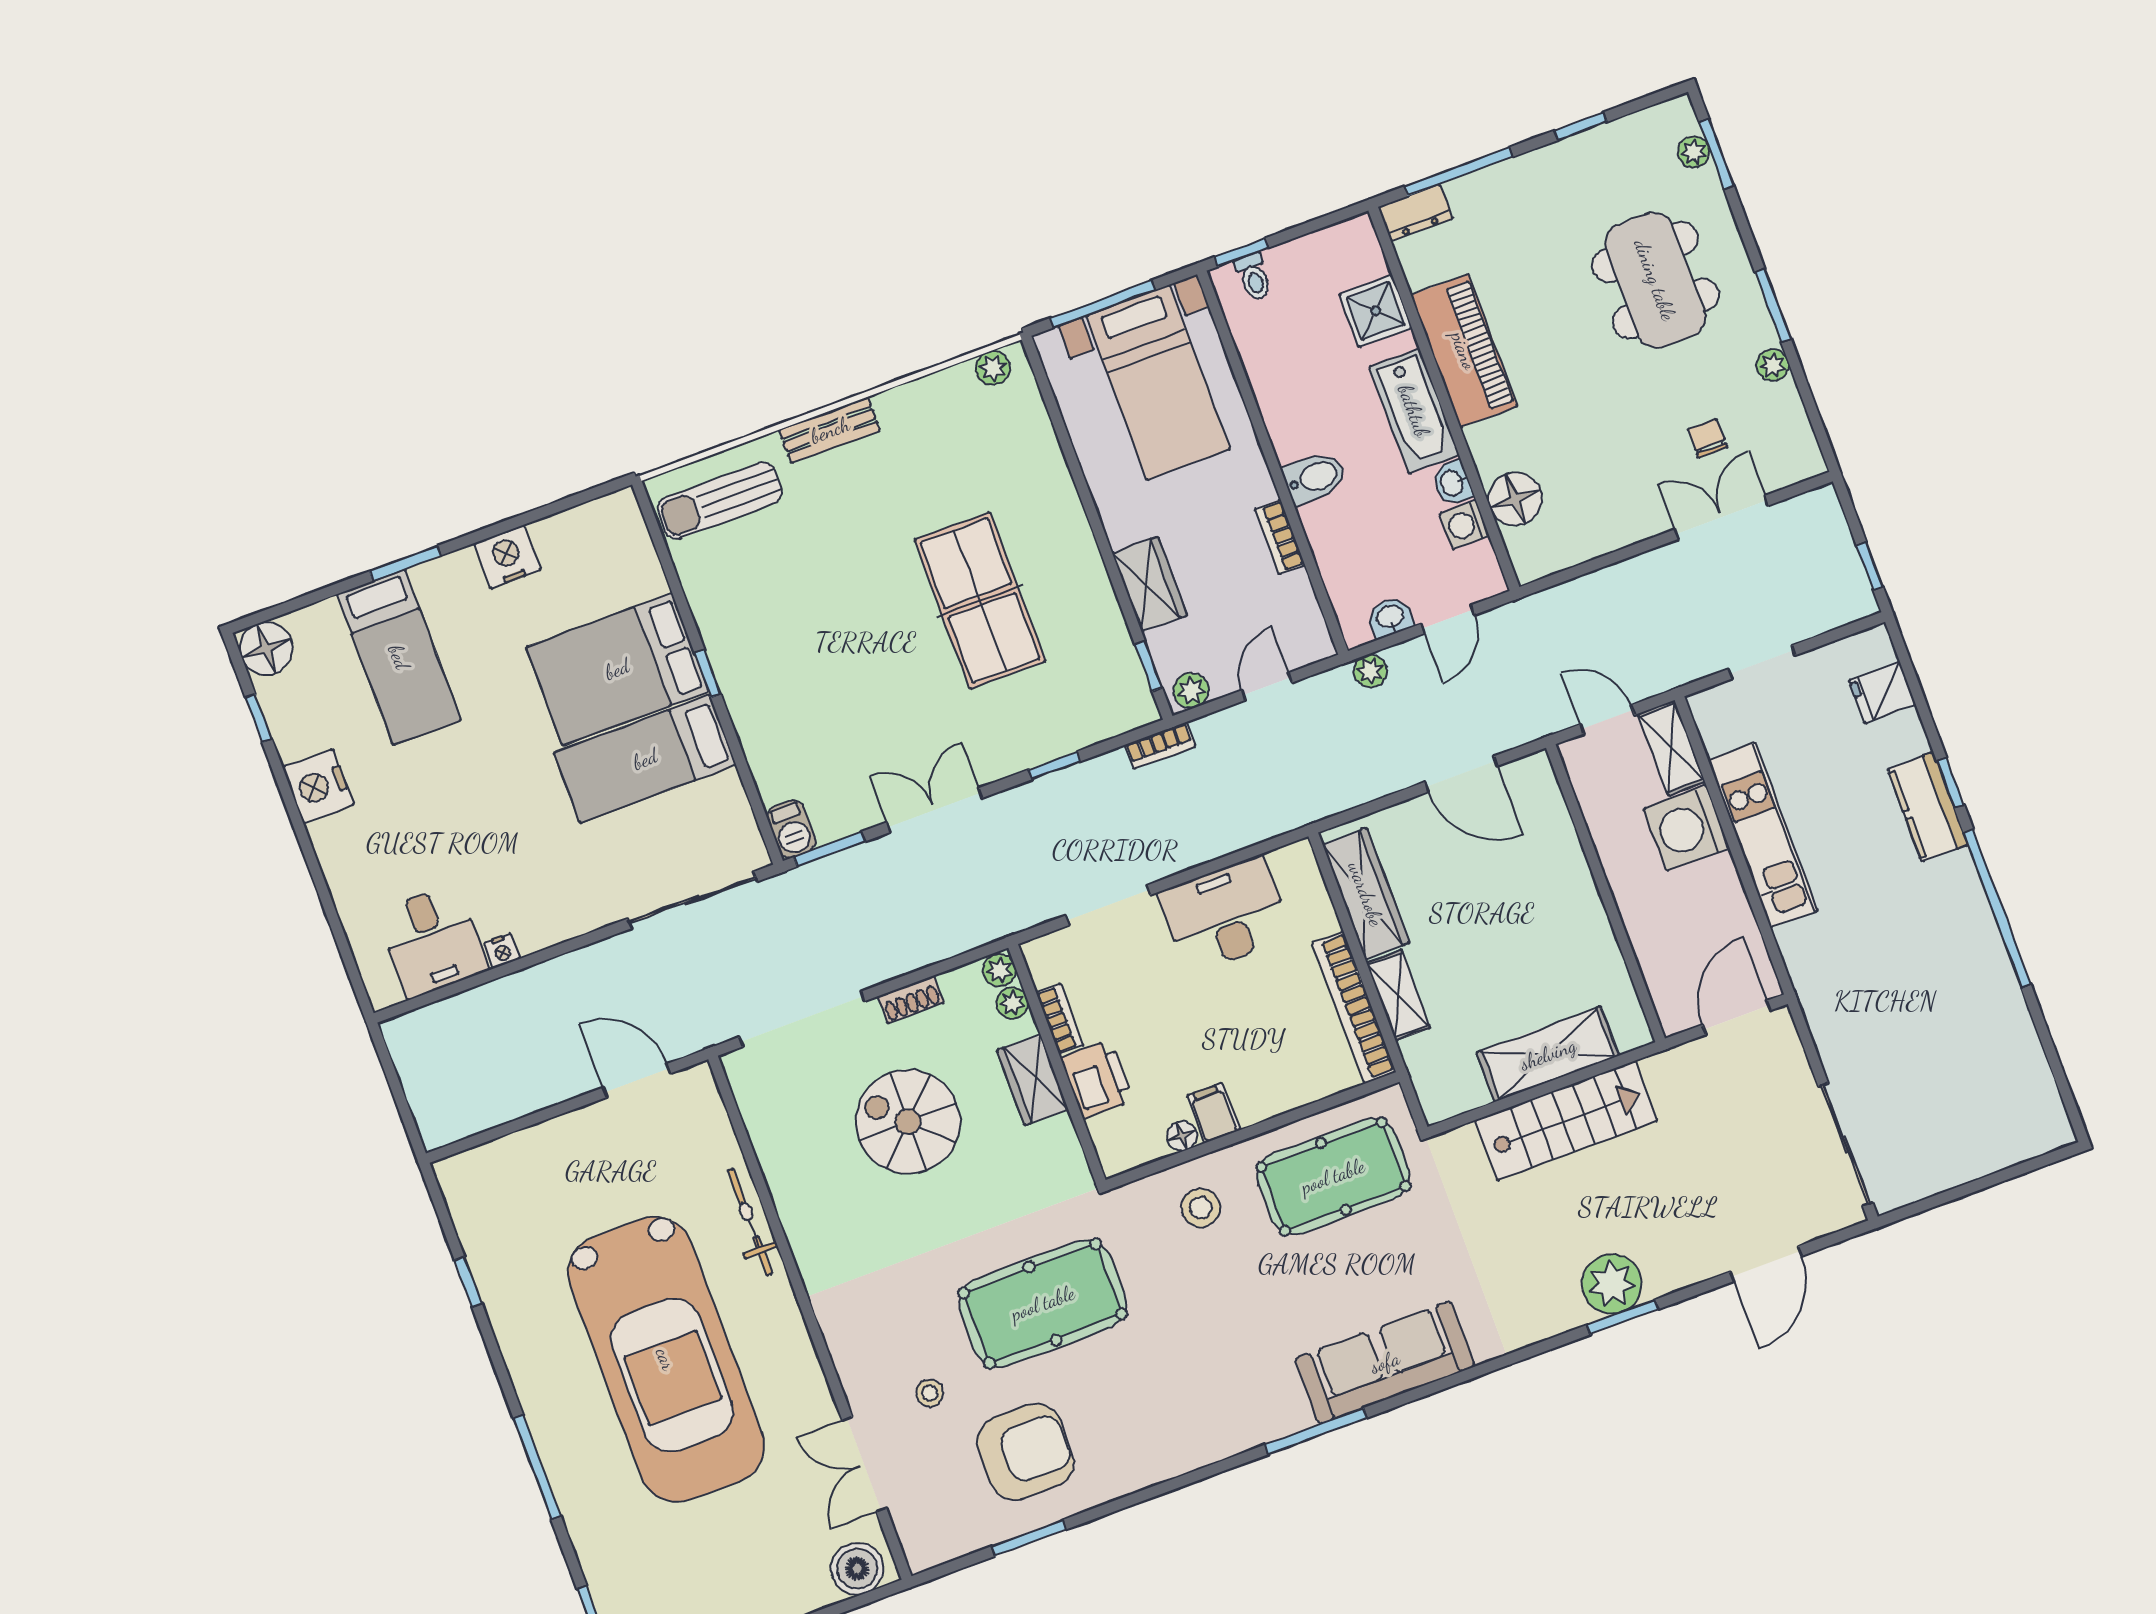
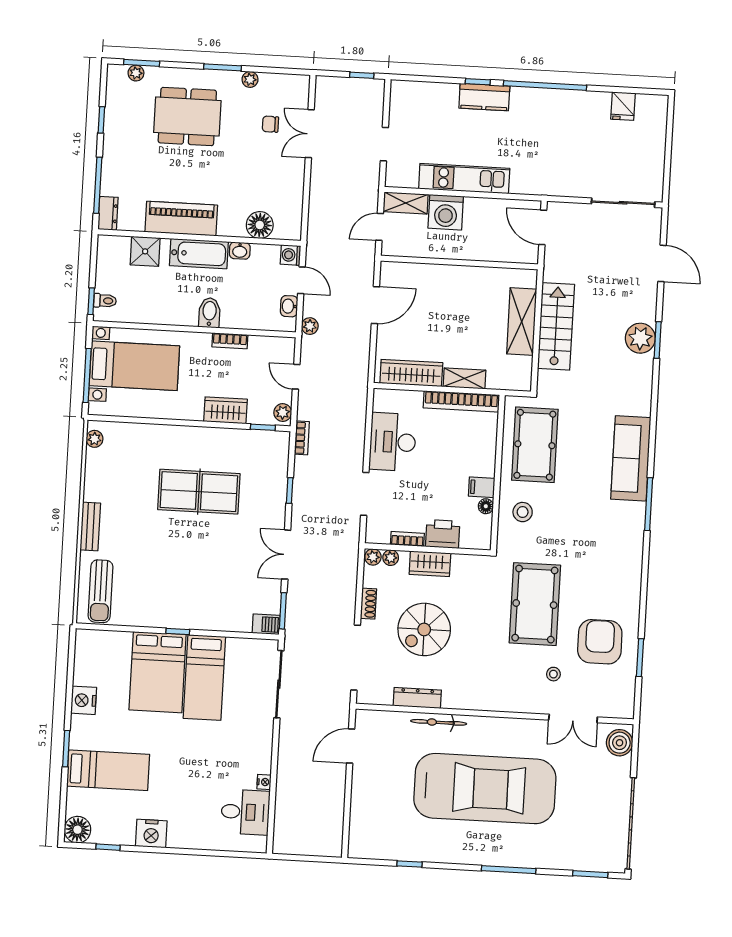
washing machine: (1465, 525) -> (291, 255), moved, turned 90
fridge: (1882, 693) -> (623, 106), moved
dresser: (778, 1164) -> (417, 698), added

